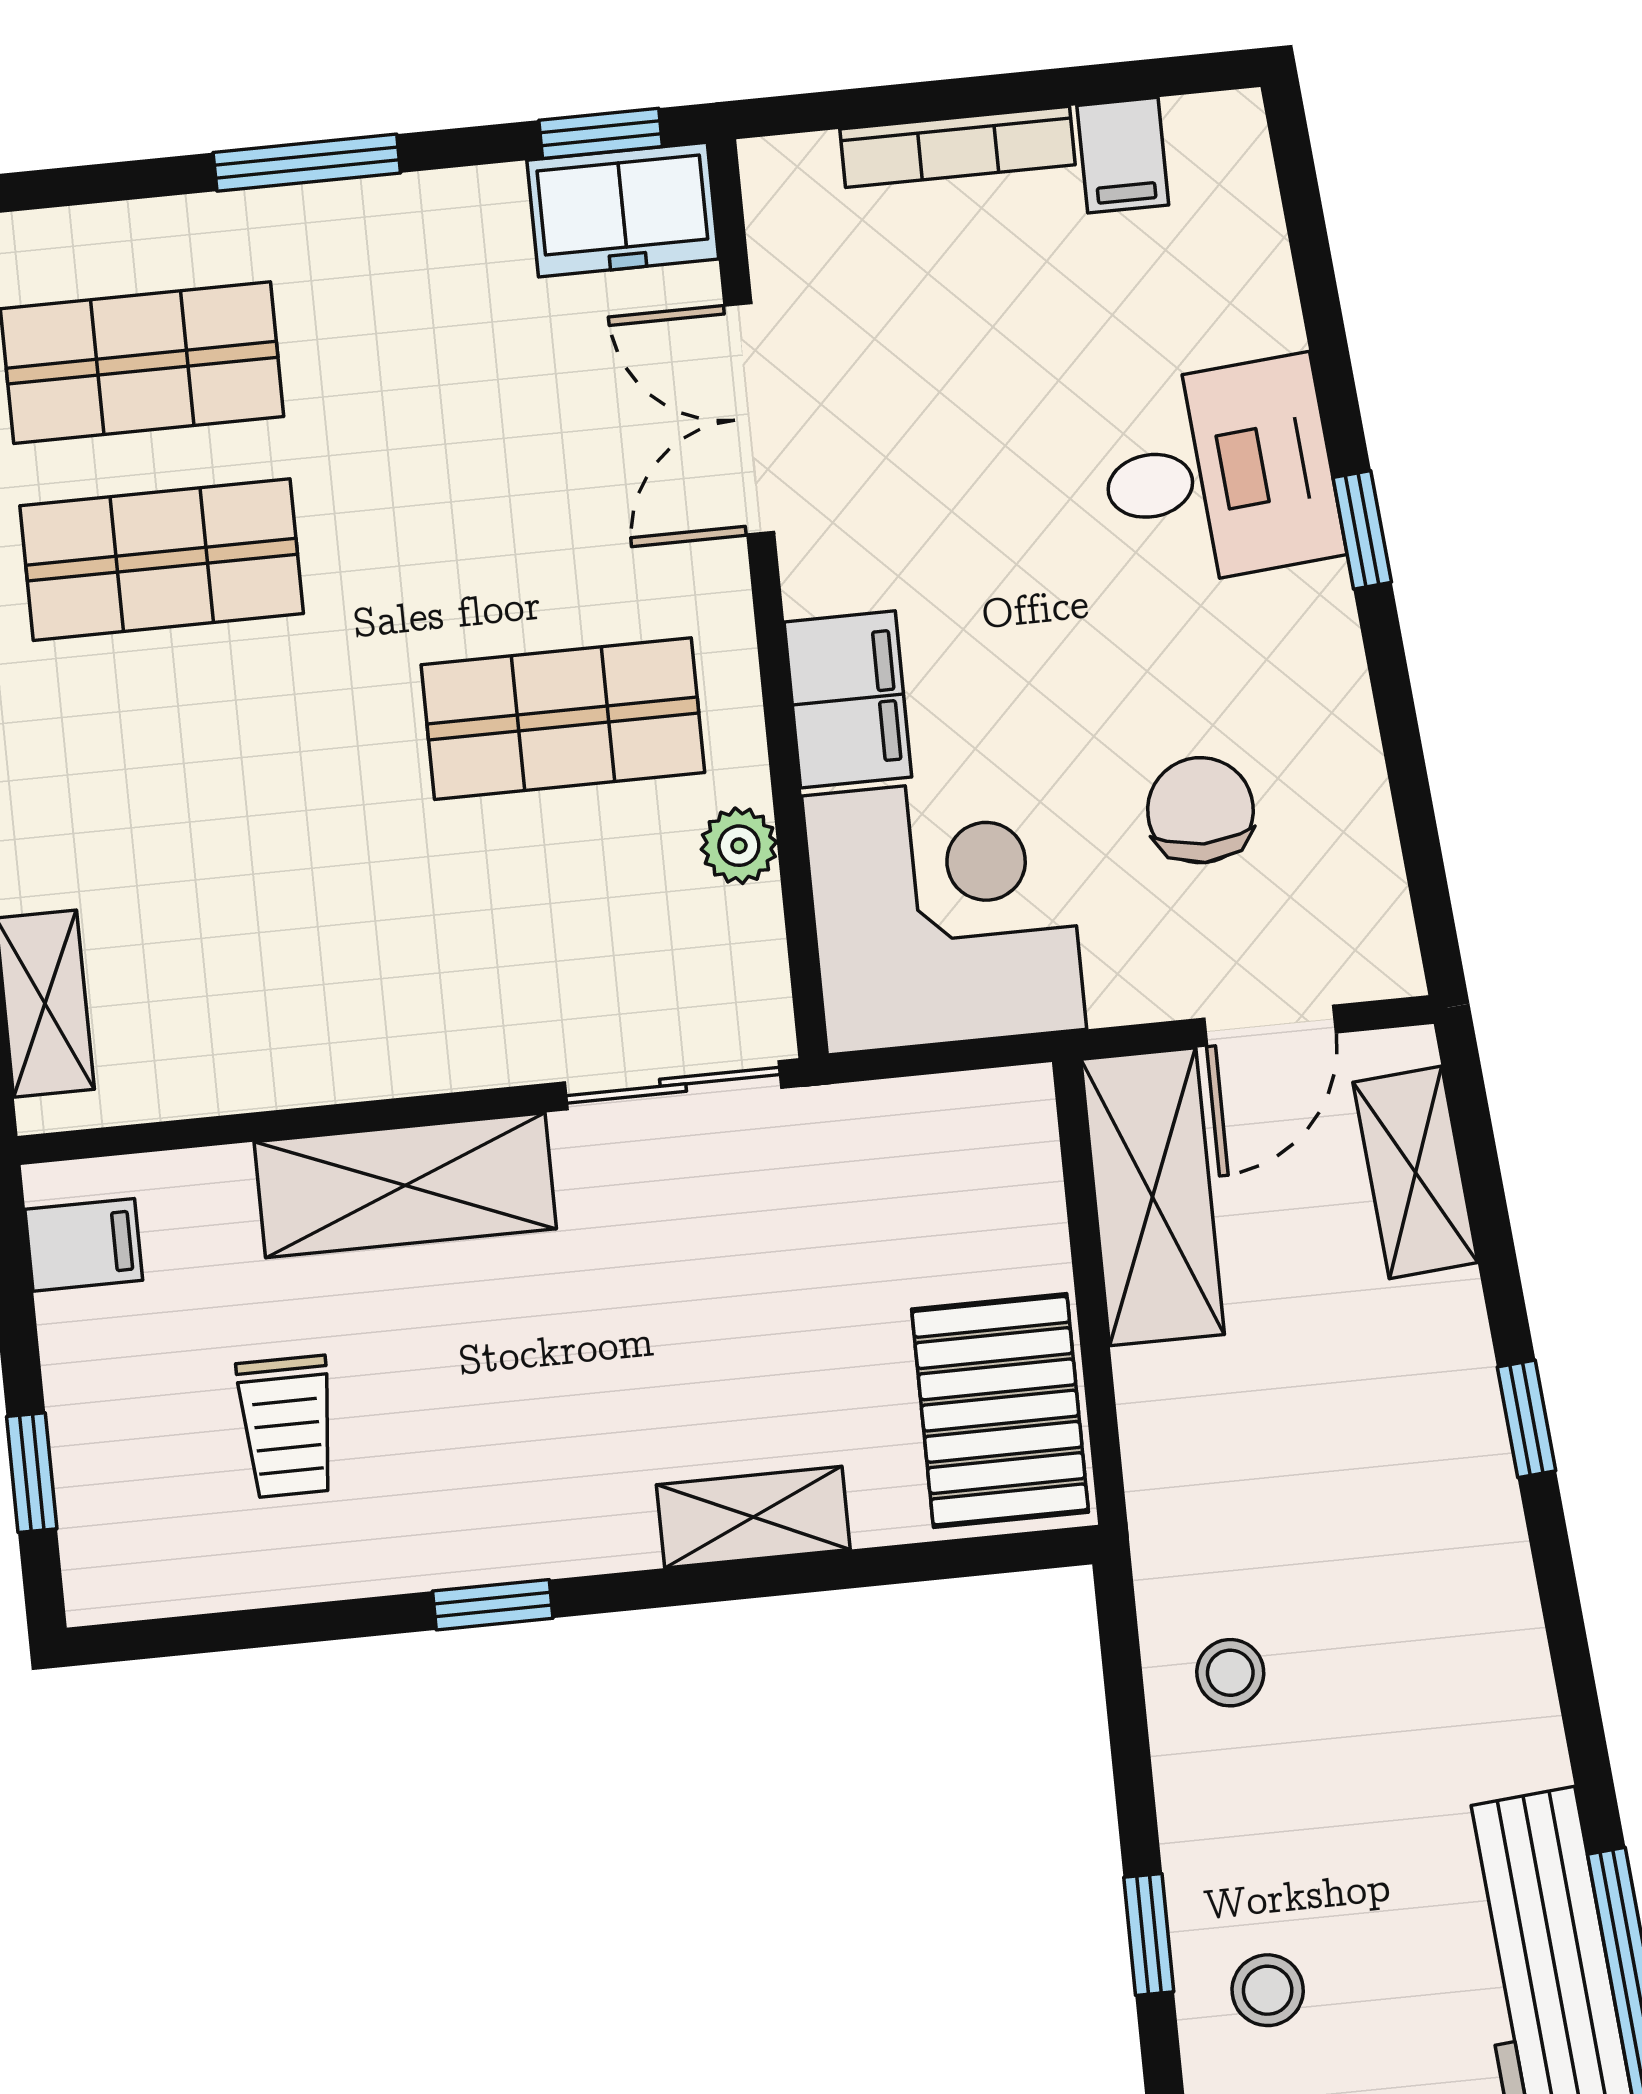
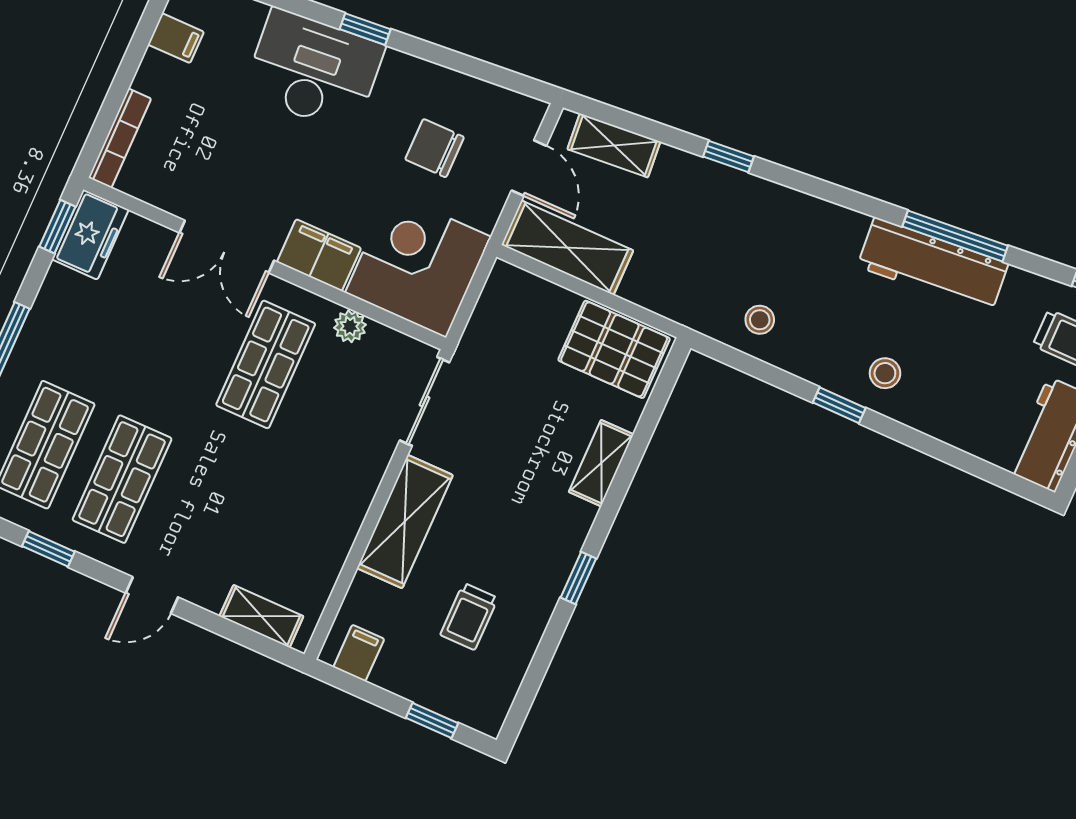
bookcase: (958, 147) -> (120, 138), moved
double door: (749, 419) -> (227, 247), moved
desk: (1218, 473) -> (314, 70), width x1.37
trolley: (287, 1427) -> (469, 616), turned 90

